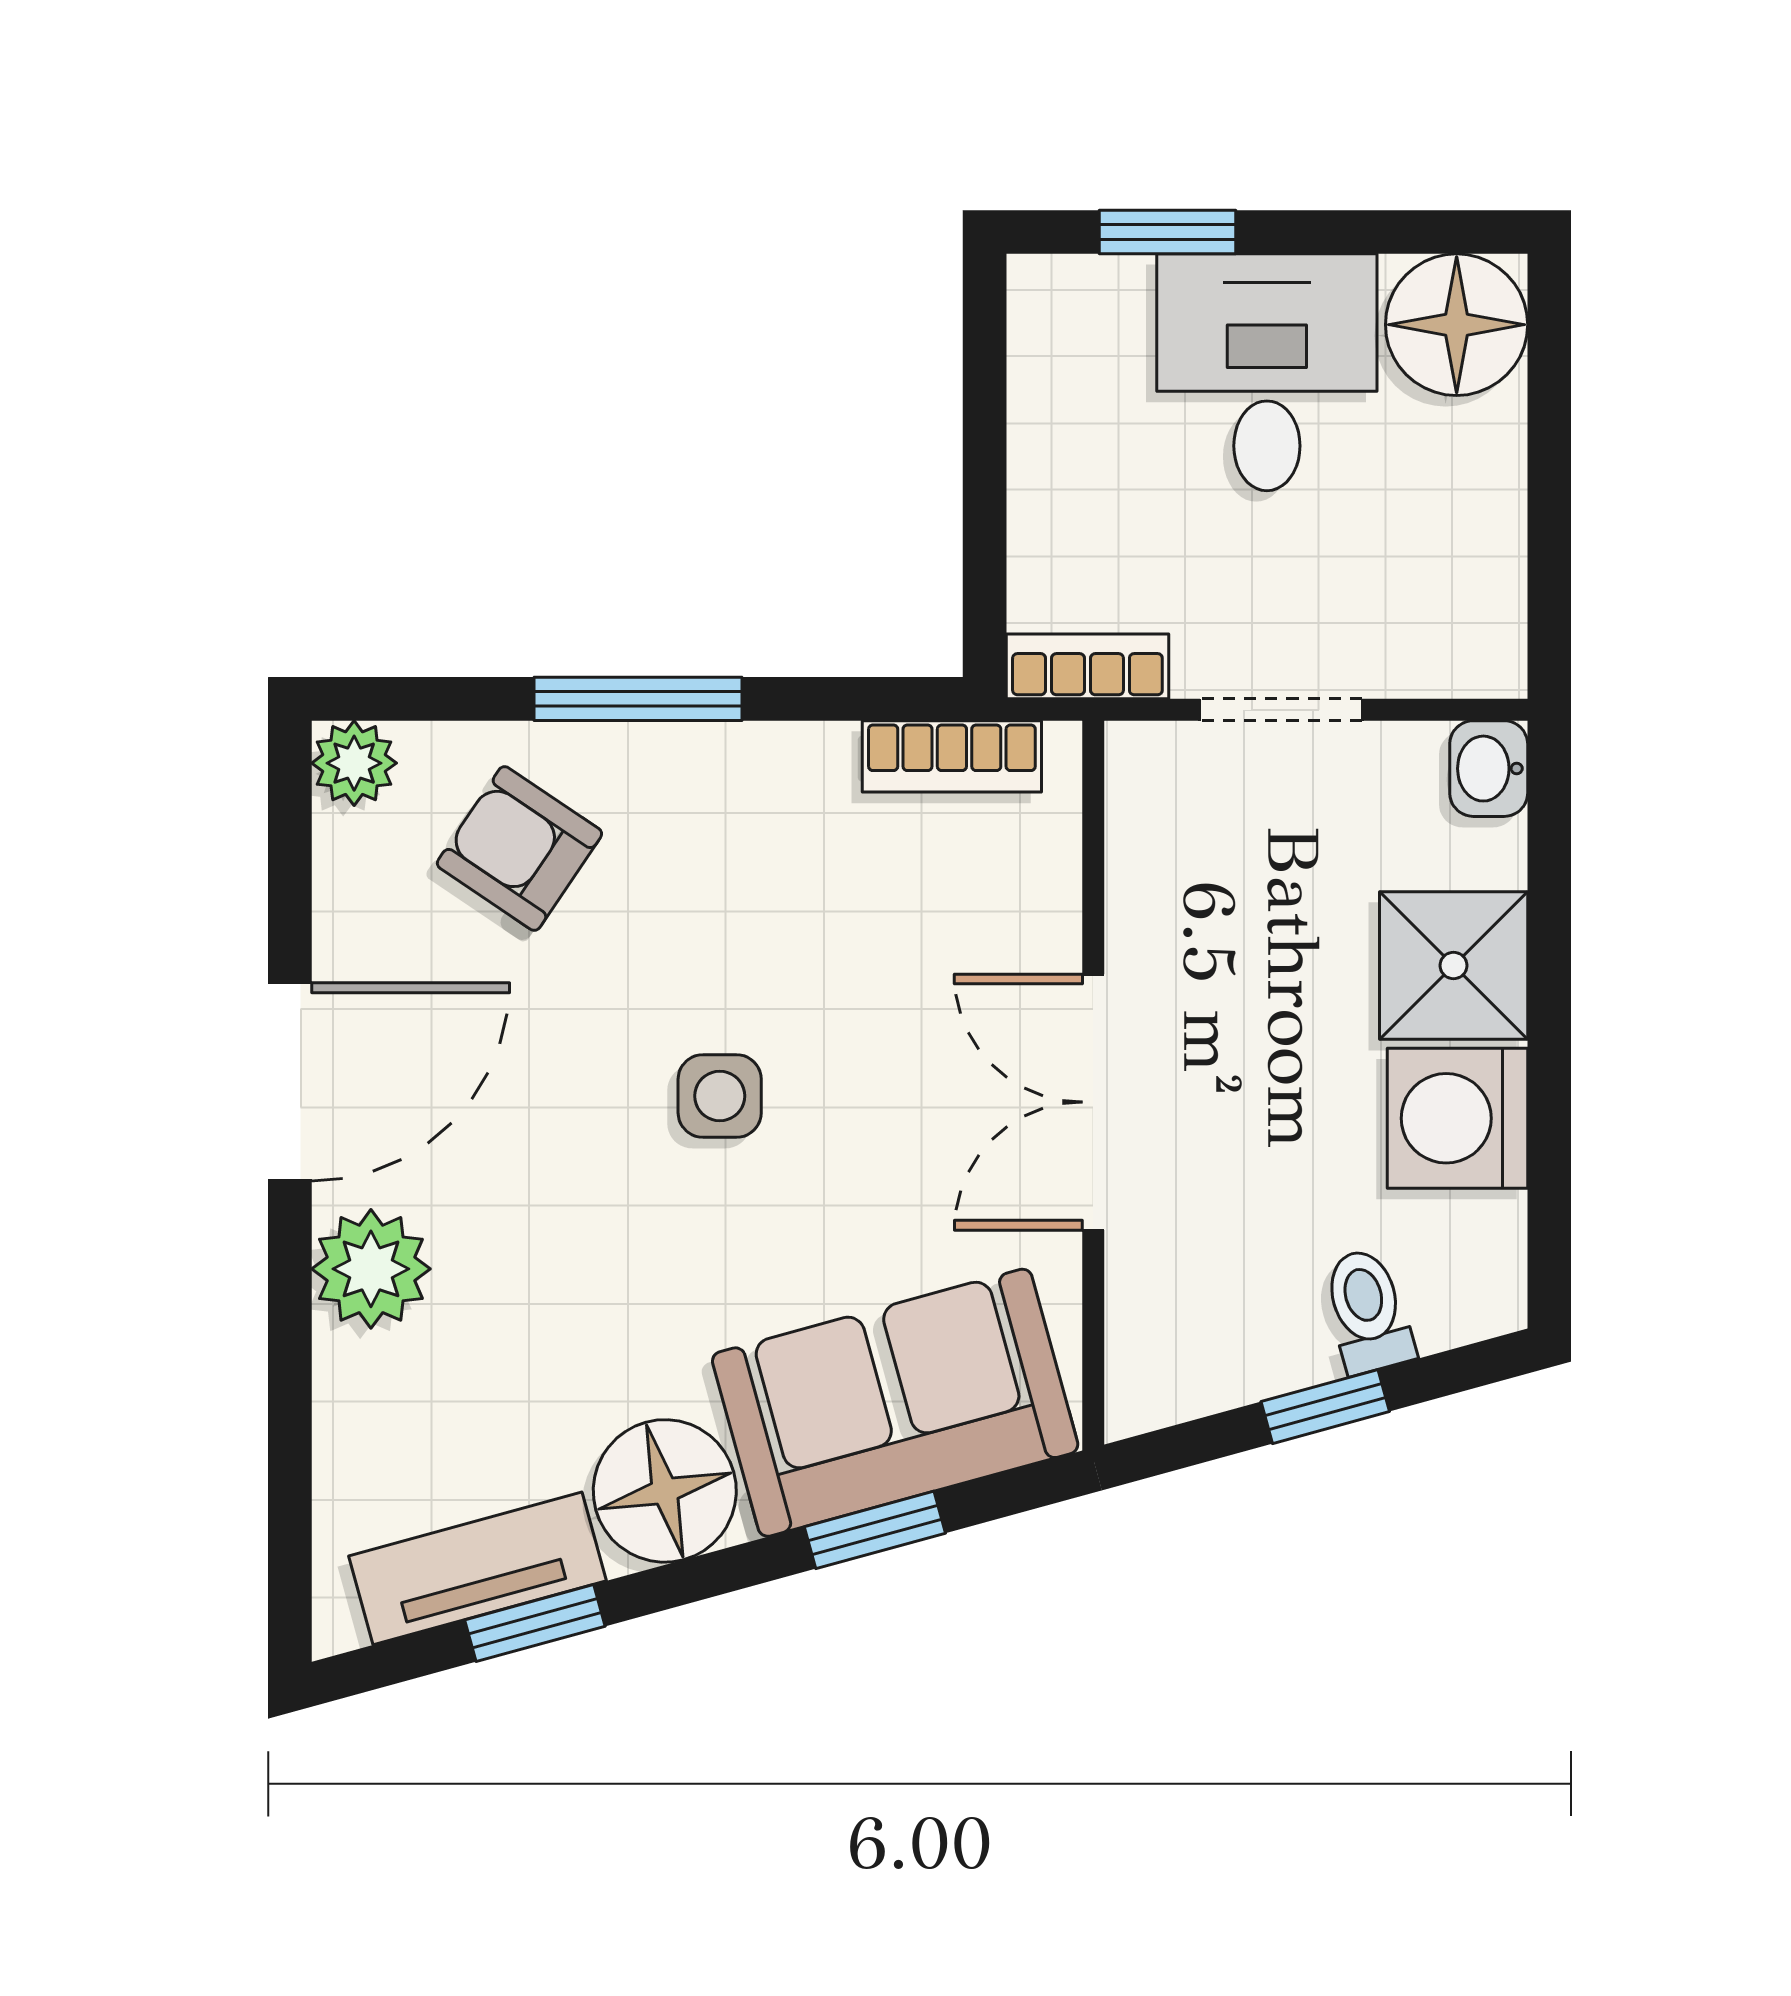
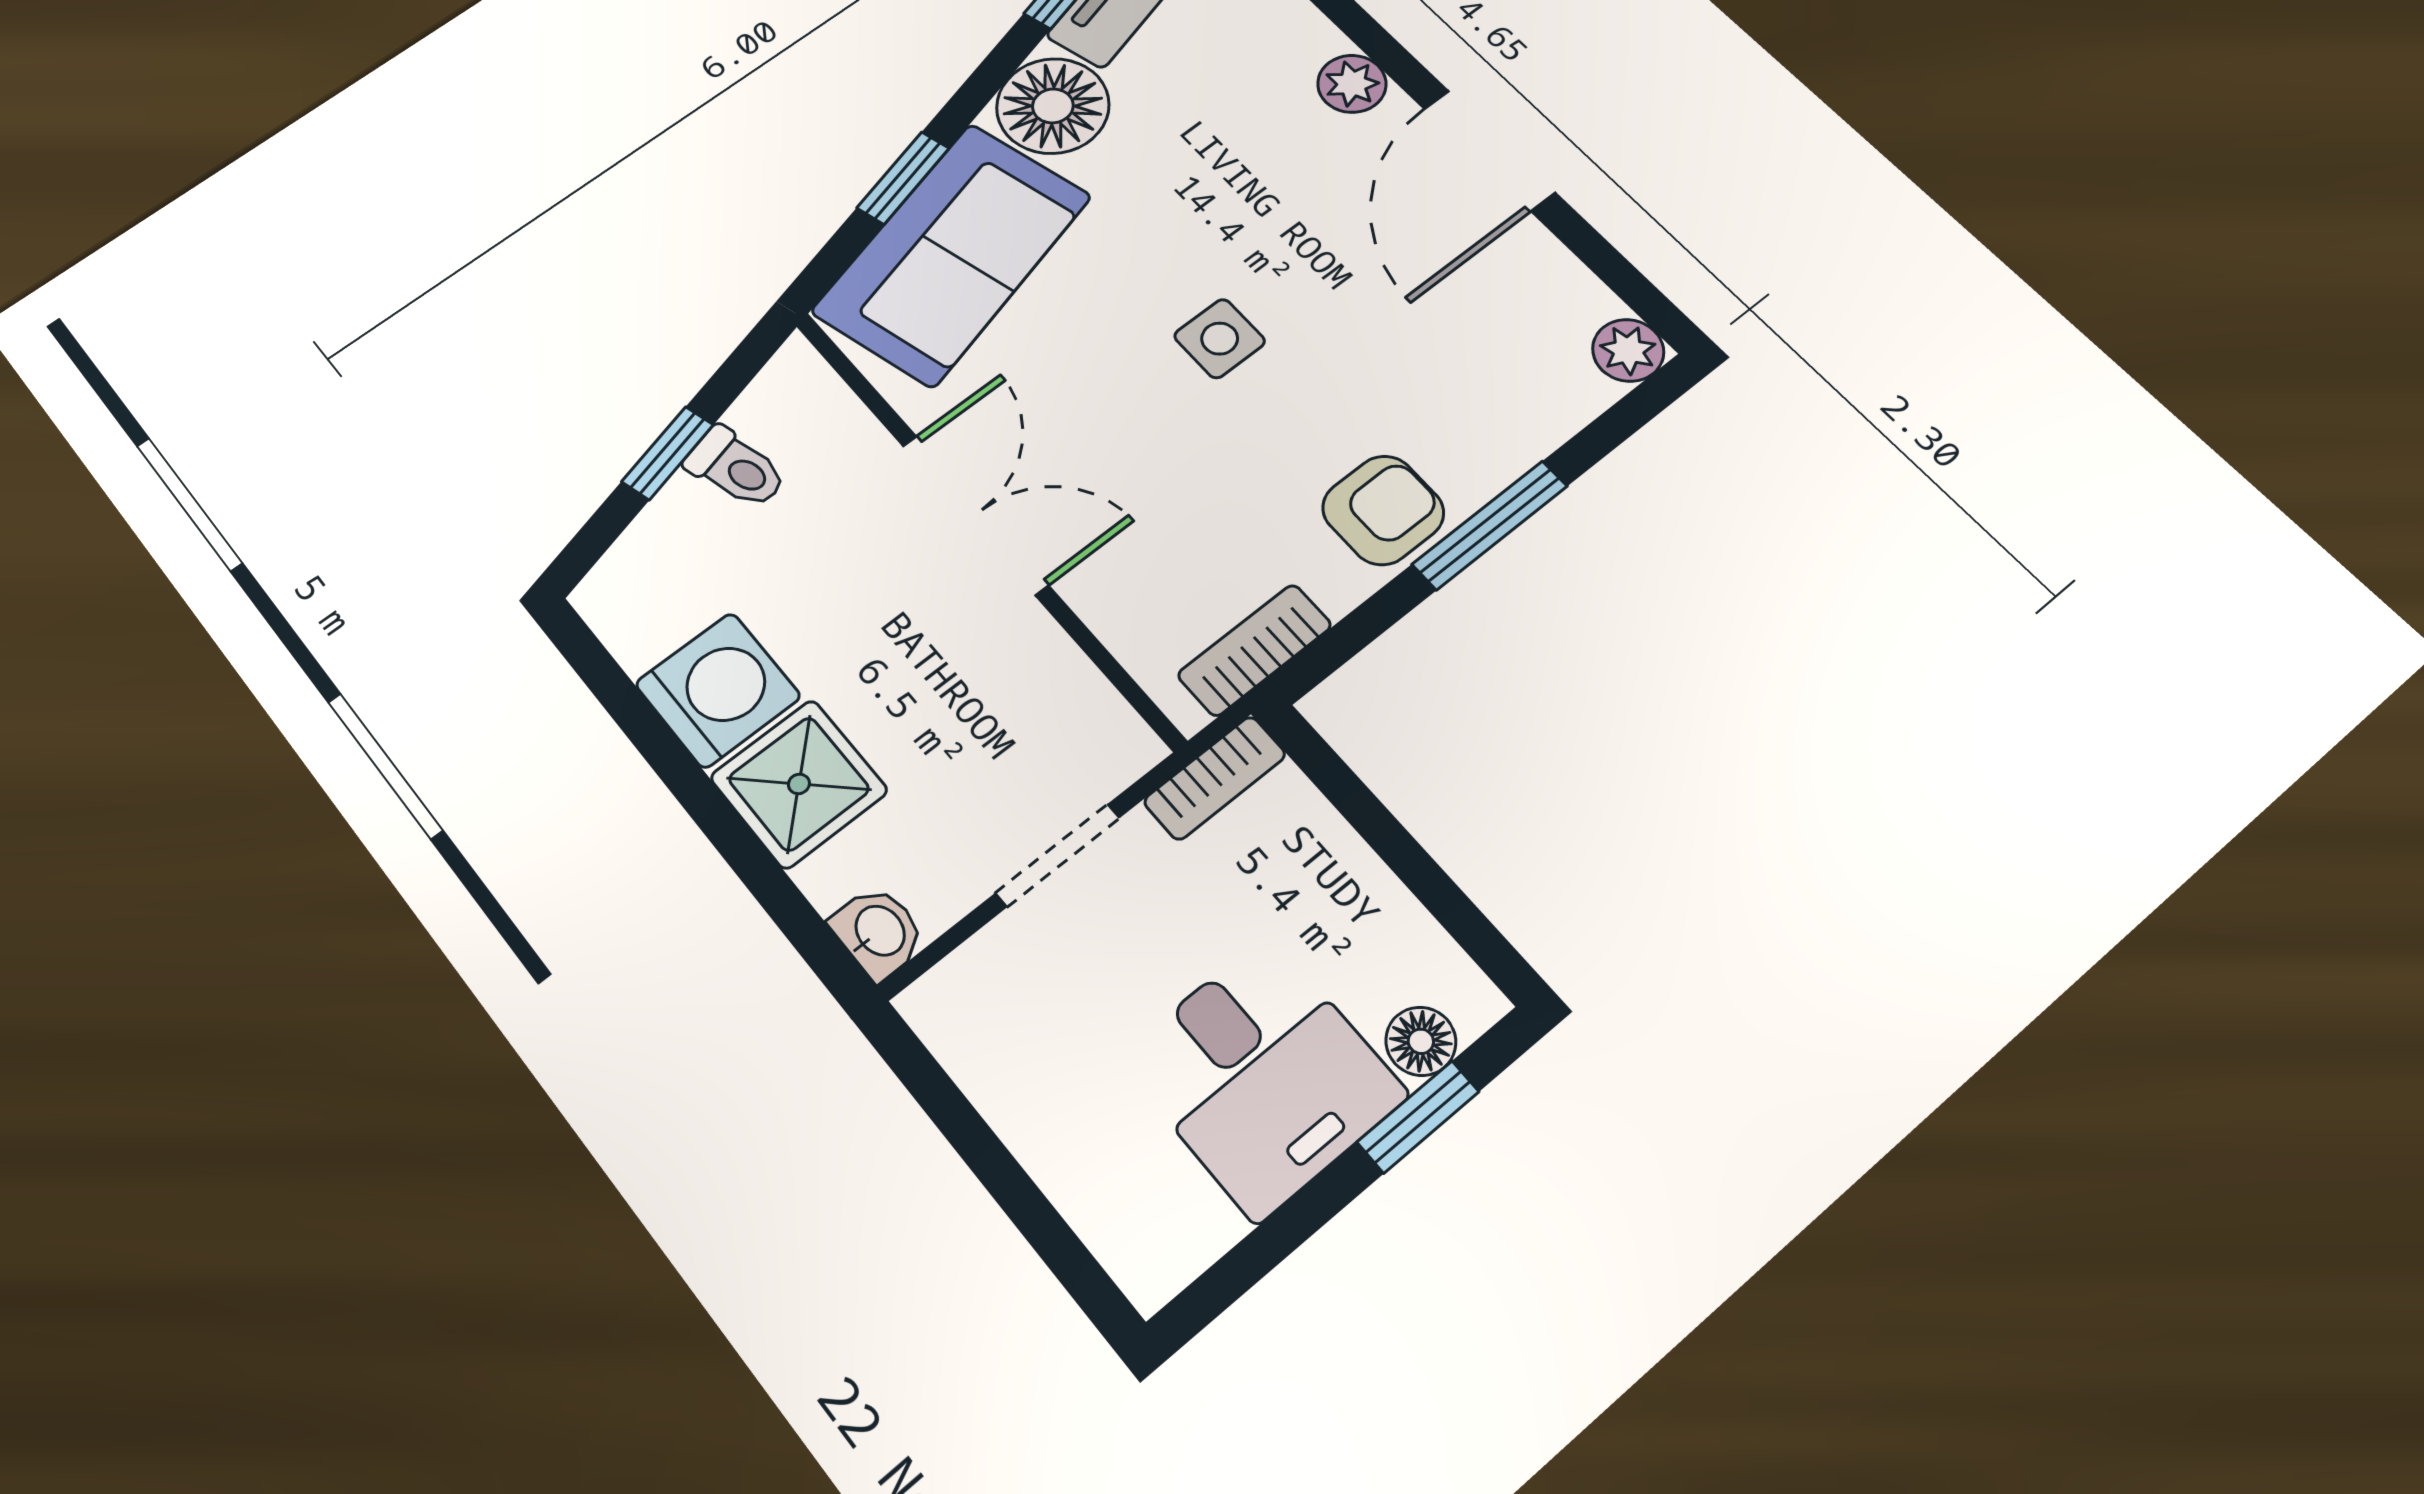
floor lamp: (1457, 325) -> (1421, 1041), moved, width x0.53, depth x0.53
armchair: (519, 848) -> (1383, 510), moved, turned -34
plant: (371, 1269) -> (1352, 84), width x0.73, depth x0.73
toilet: (1368, 1311) -> (736, 468), moved

